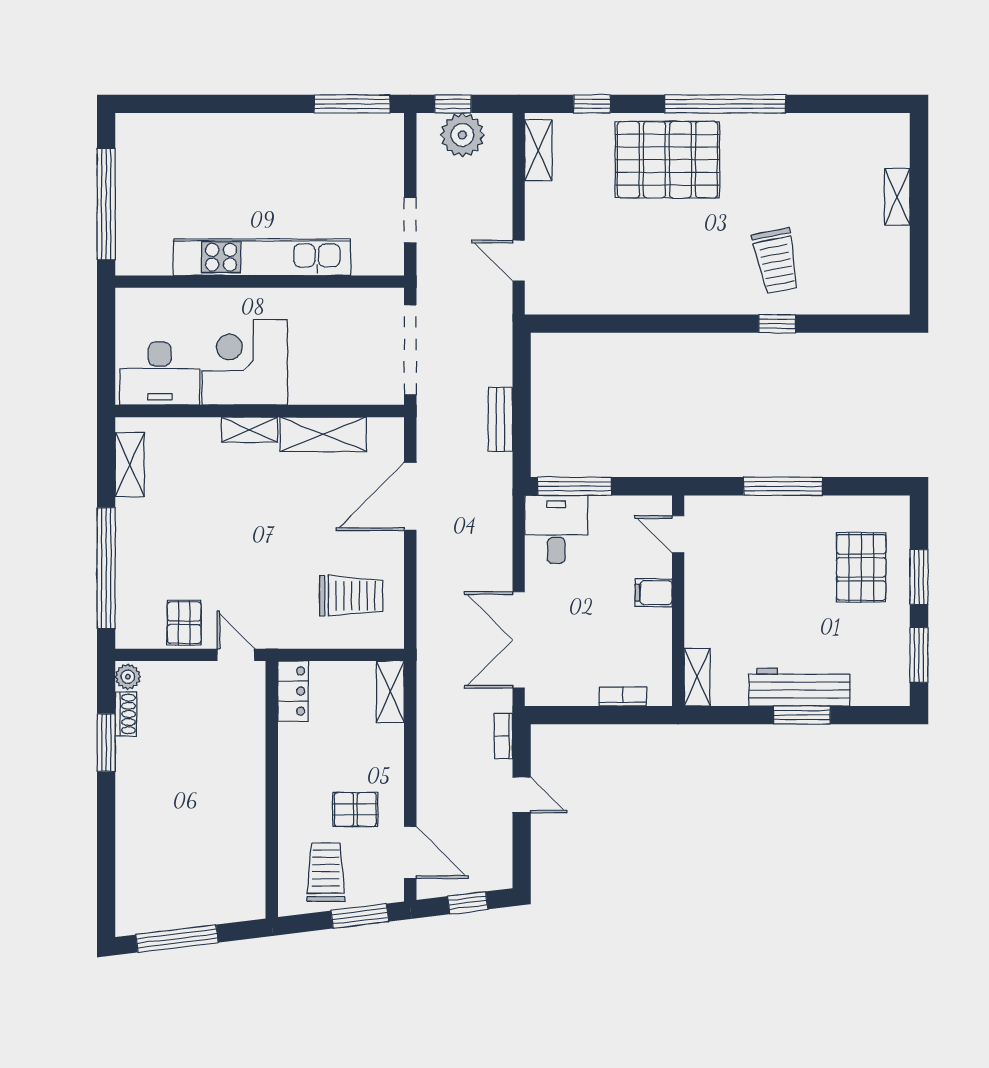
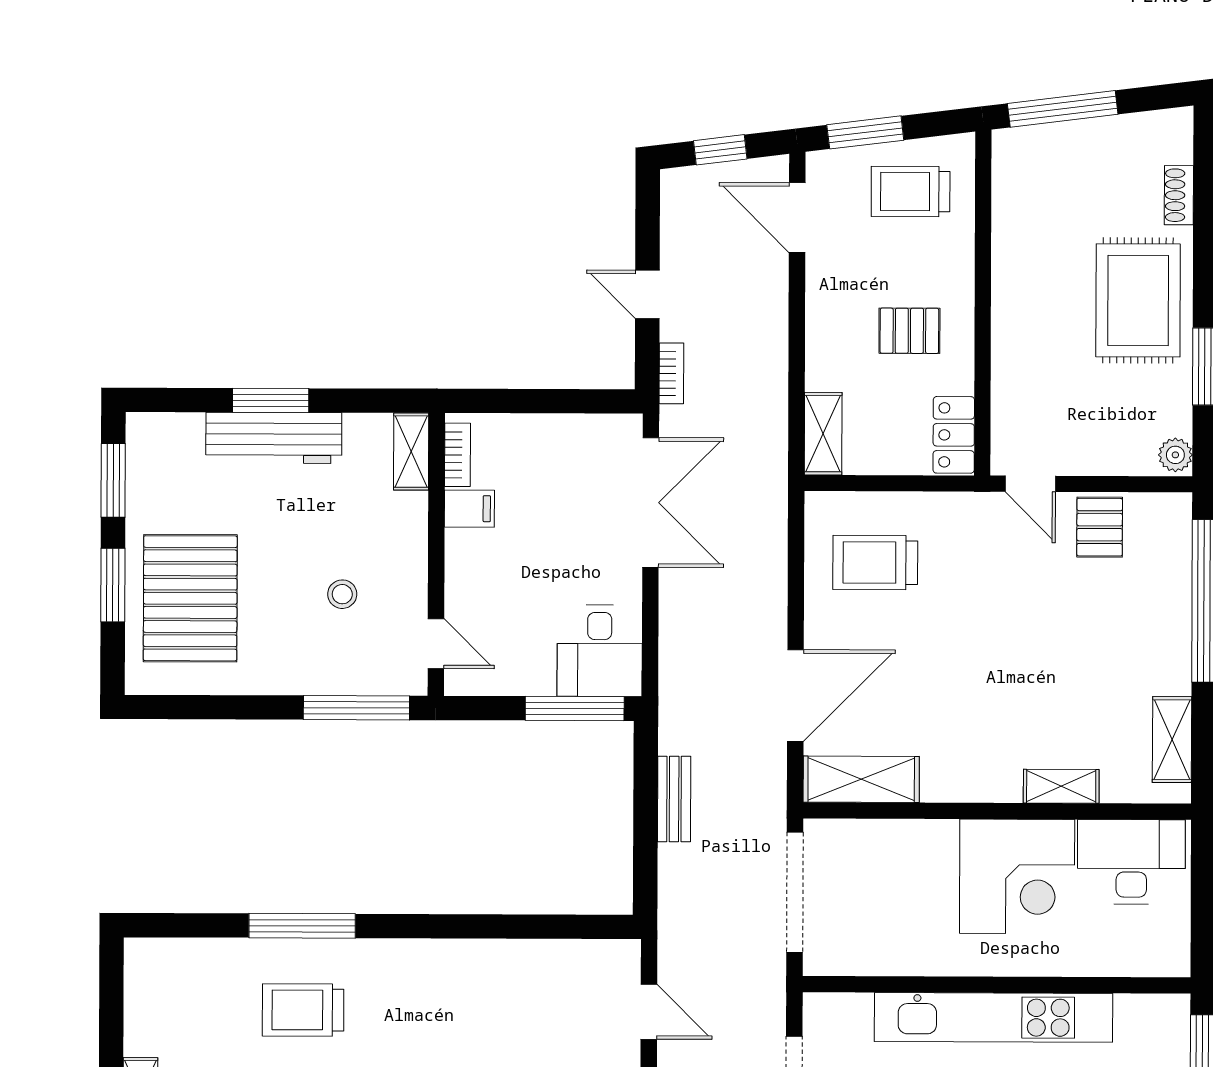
trolley: (776, 261) -> (303, 1010), turned -79
window: (777, 324) -> (302, 926), width x2.17
shelving: (250, 430) -> (1061, 786), moved
shelving: (323, 434) -> (861, 779), moved
window: (783, 486) -> (356, 708), moved
pallet: (861, 567) -> (190, 598), width x1.37, depth x1.41
stool: (748, 571) -> (342, 594), added
filing cabinet: (654, 593) -> (469, 509), moved
bookcase: (623, 697) -> (457, 455), moved, turned -90
shoe rack: (126, 714) -> (1179, 195), moved
rug: (156, 792) -> (1138, 300), added
pallet: (355, 809) -> (909, 331), moved
trolley: (326, 872) -> (911, 192), turned 90
window: (177, 939) -> (1063, 109), moved

